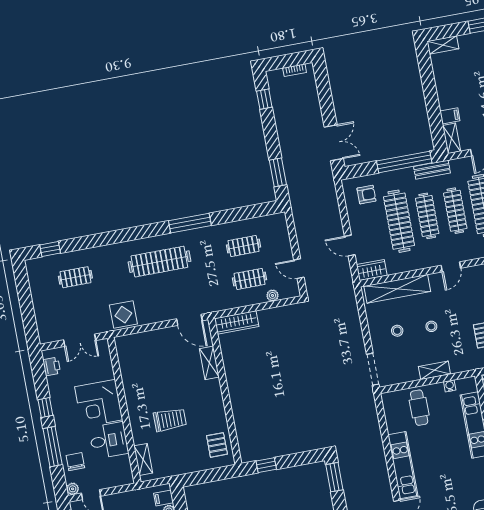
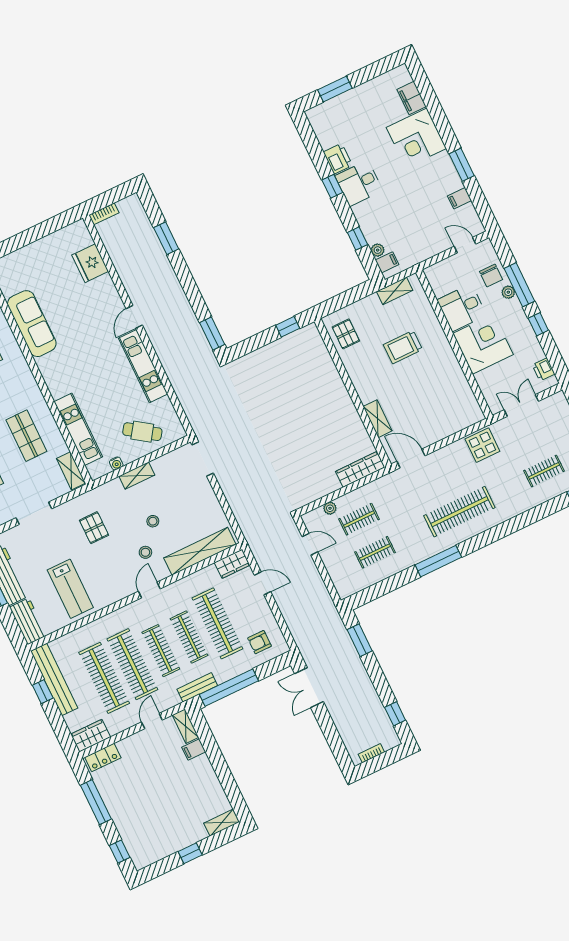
stool: (397, 331) -> (145, 552), moved
cafe table: (419, 408) -> (142, 432), turned -55
shelving: (143, 459) -> (395, 291), moved, turned 90
plant: (73, 489) -> (508, 292), moved

